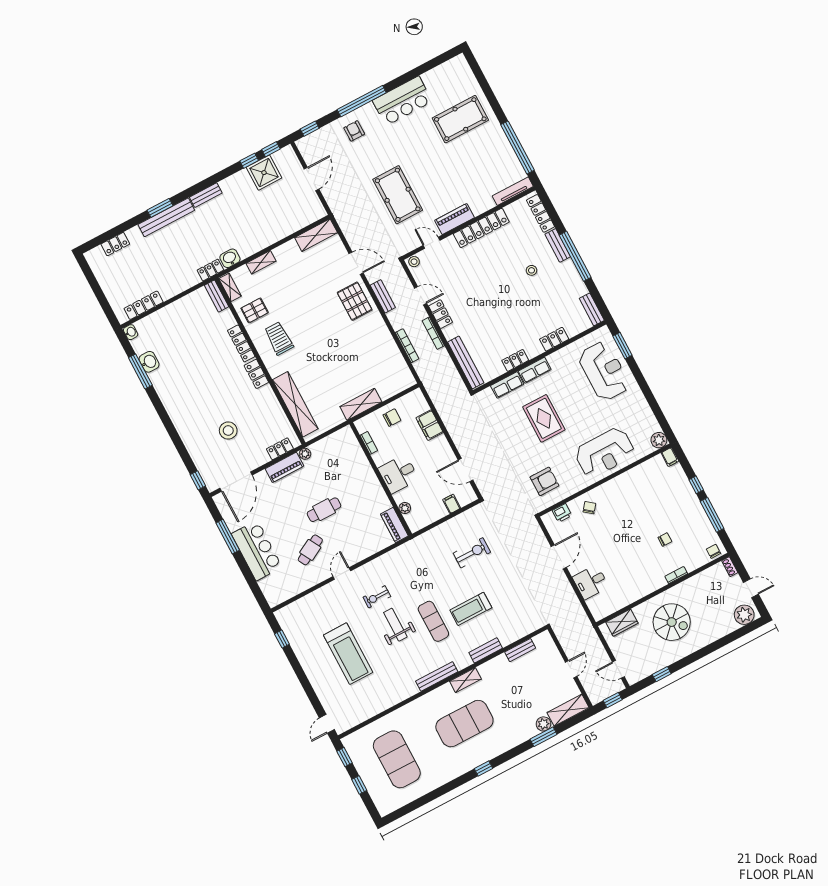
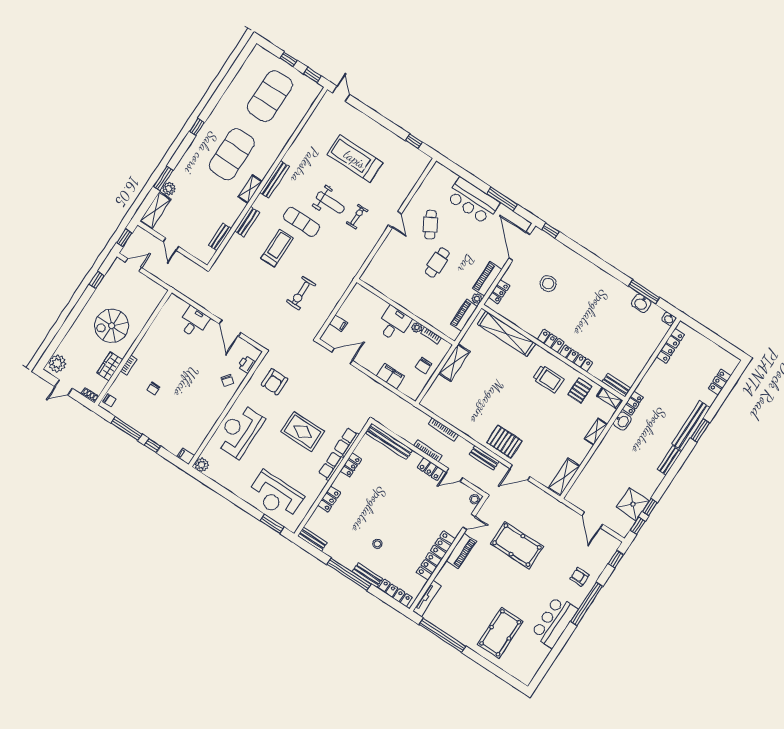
armchair: (354, 131) -> (579, 577), turned 180
plant: (405, 508) -> (417, 328), moved
piano: (394, 525) -> (464, 315), moved, turned -90
wardrobe: (622, 623) -> (110, 366), moved
exercise mat: (397, 759) -> (270, 96), turned 90

